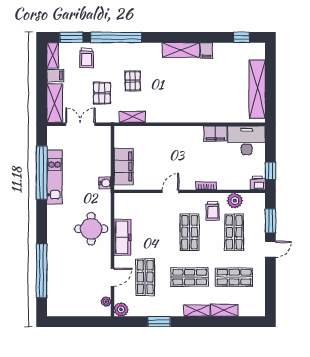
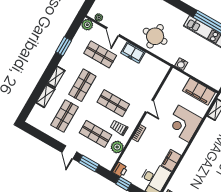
corner desk: (168, 143) -> (184, 124), added
filing cabinet: (124, 166) -> (199, 92), moved
freezer: (122, 237) -> (133, 52), width x0.71

